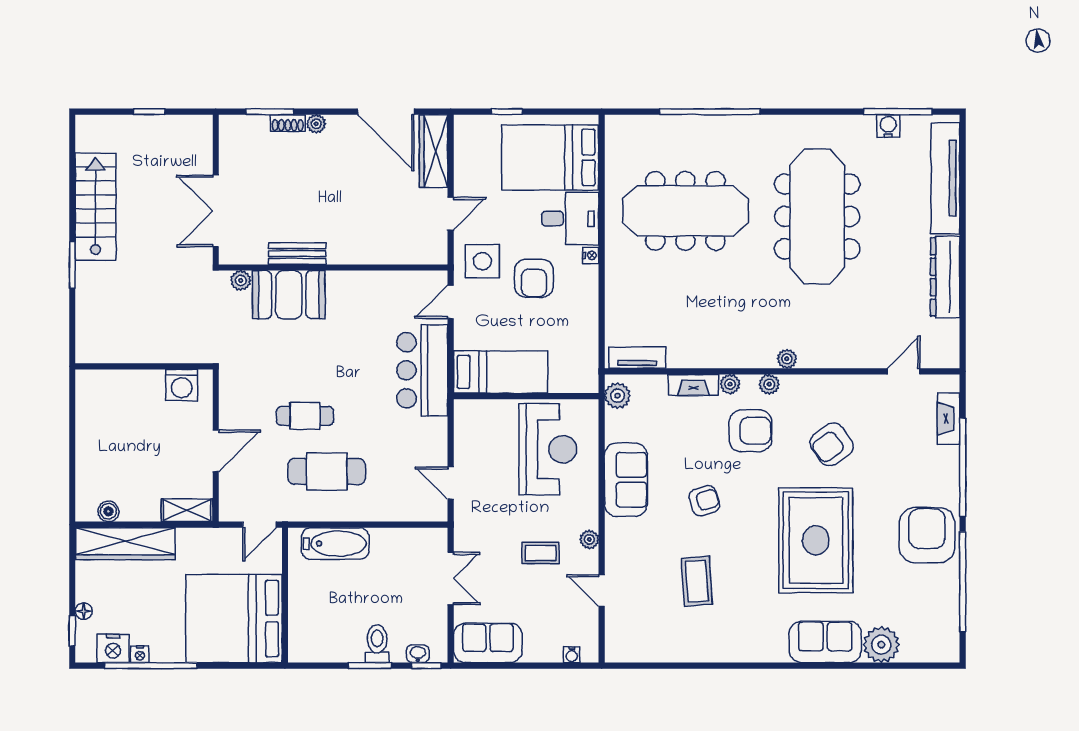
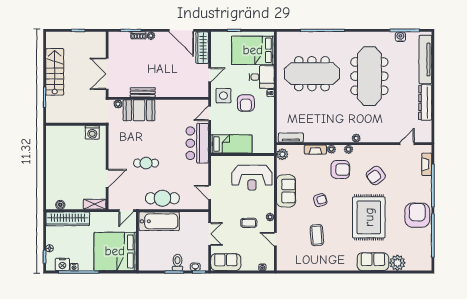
wall: (144, 366) -> (76, 124), moved
washing machine: (182, 385) -> (92, 132), moved
reception desk: (548, 449) -> (252, 178), turned 90
cafe table: (327, 471) -> (162, 198), moved
bathtub: (335, 544) -> (159, 221), width x1.36, depth x1.36

